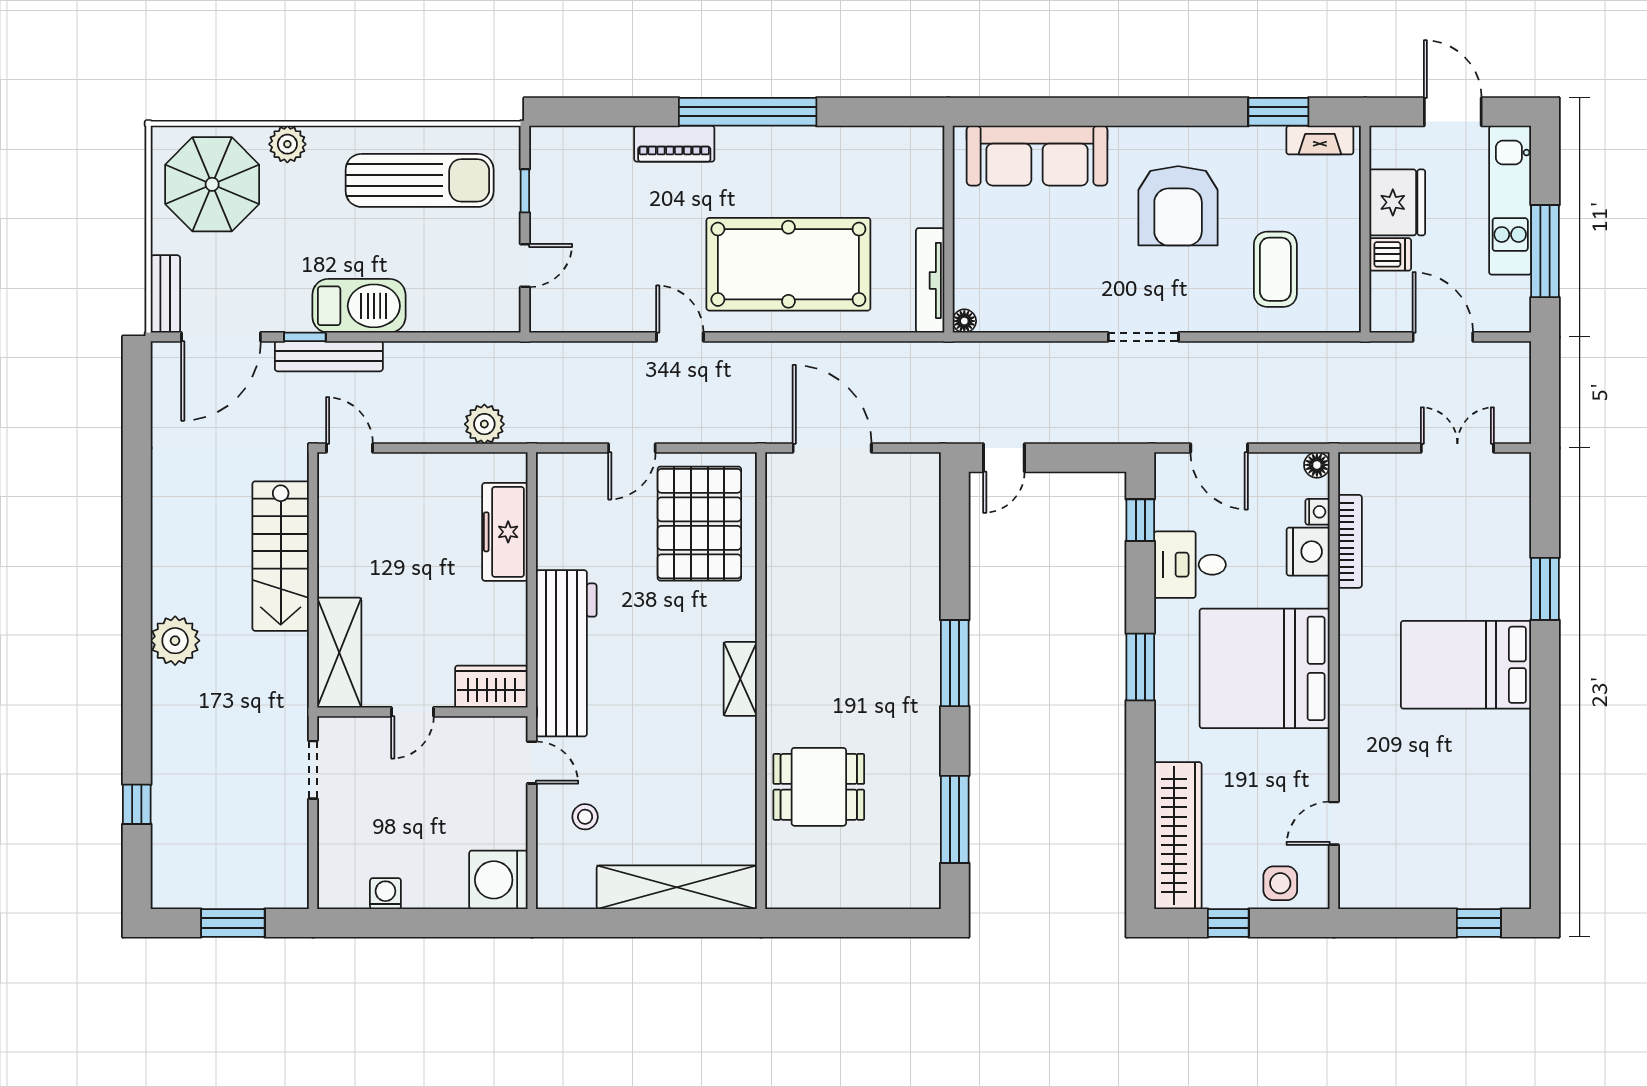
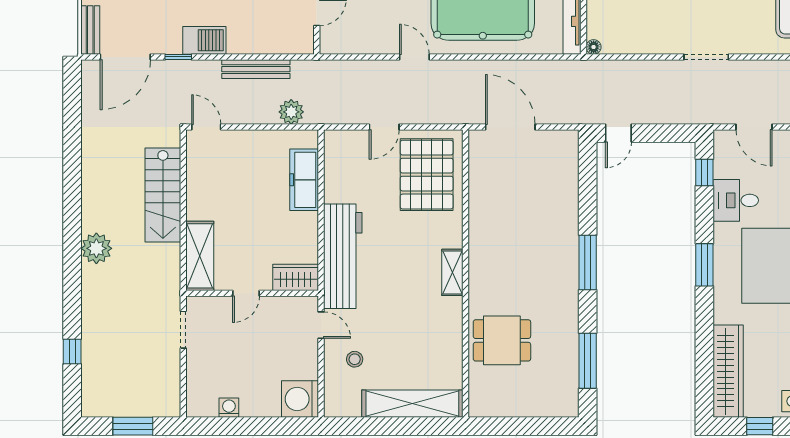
barbecue: (359, 306) -> (204, 40), width x0.73, depth x0.83
bench: (329, 356) -> (256, 69), moved

